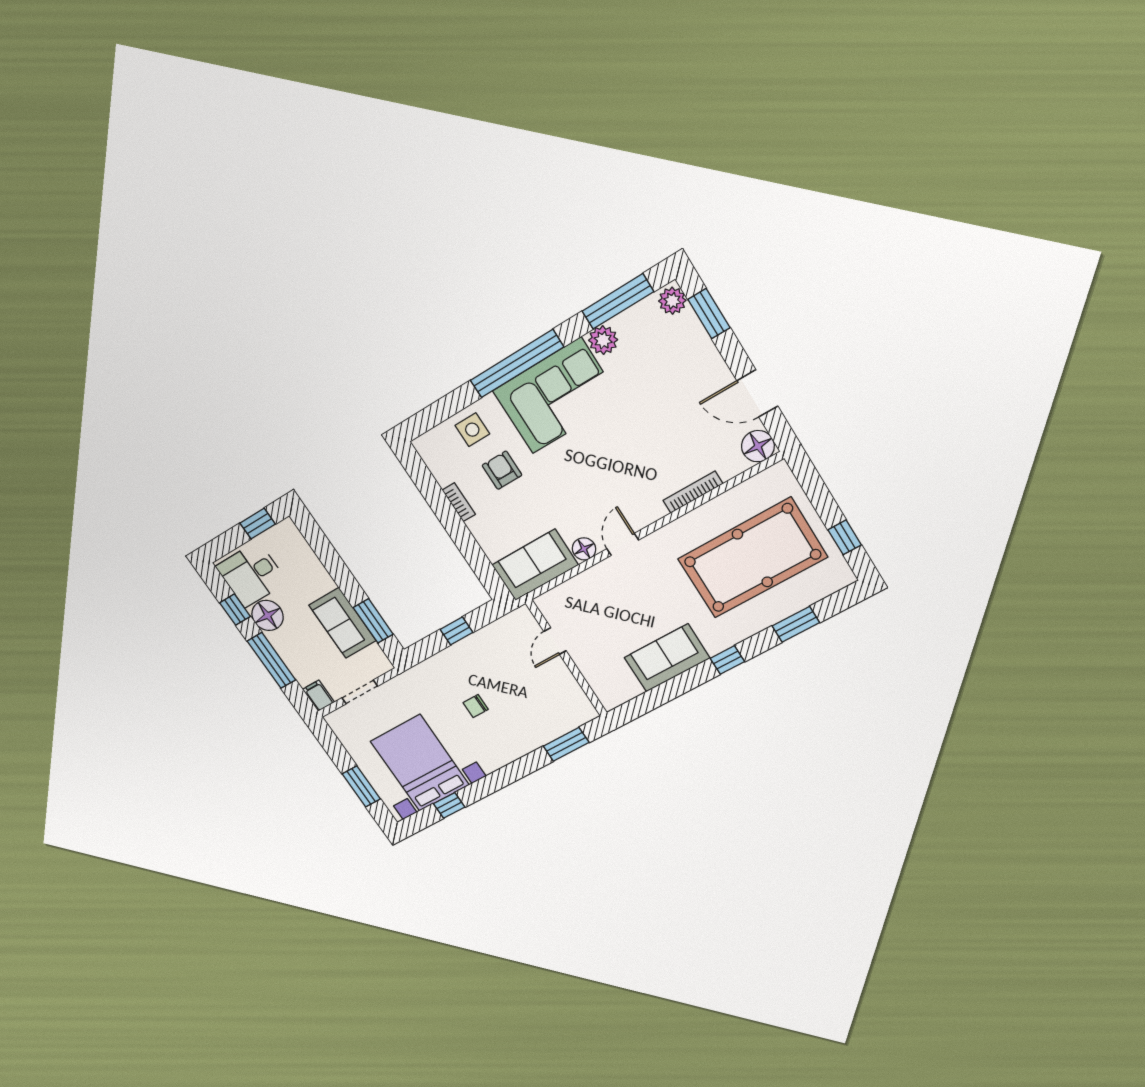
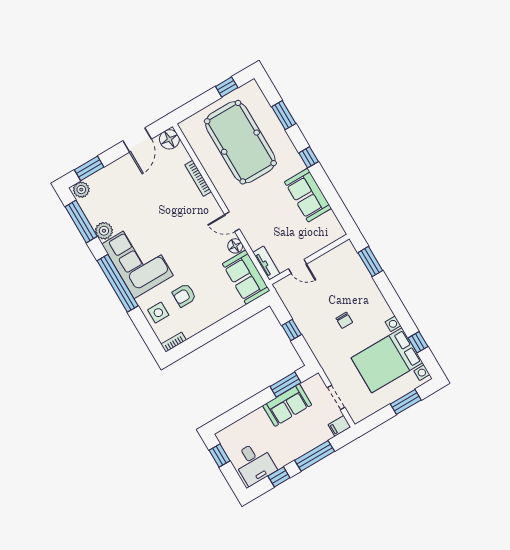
bookcase: (459, 502) -> (174, 342), moved
tv unit: (558, 596) -> (266, 263), added
floor lamp: (268, 615) -> (283, 455), removed

